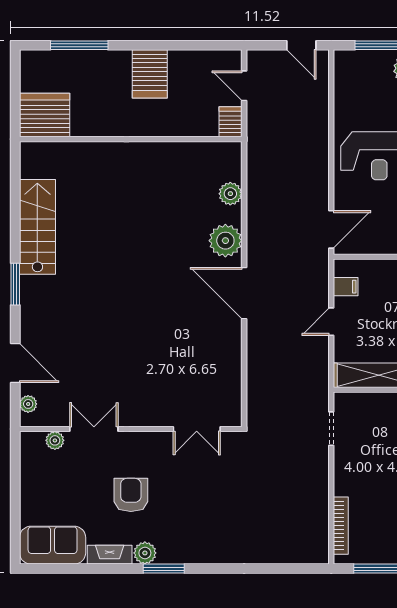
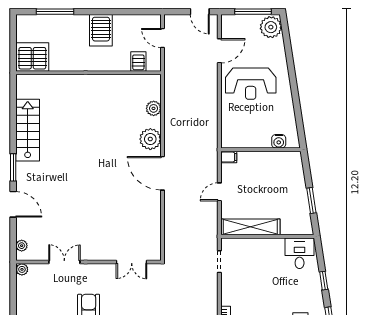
server rack: (230, 122) -> (138, 61), moved
door: (331, 229) -> (219, 51), moved
filing cabinet: (346, 287) -> (229, 157), moved
door: (15, 363) -> (13, 204), moved
plant: (55, 440) -> (22, 269), moved

